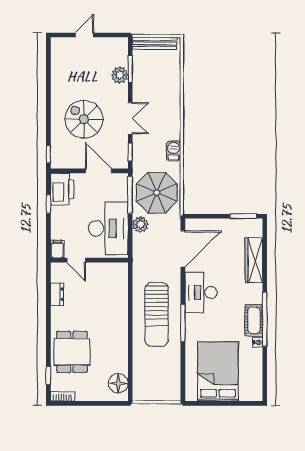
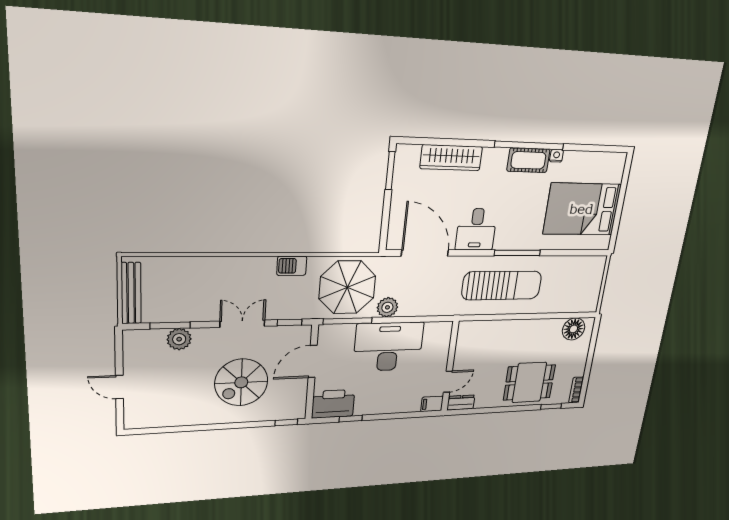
filing cabinet: (57, 249) -> (432, 404), moved
door: (76, 260) -> (448, 382), moved
wall: (89, 260) -> (450, 367), moved
desk: (201, 292) -> (476, 229), width x0.73

